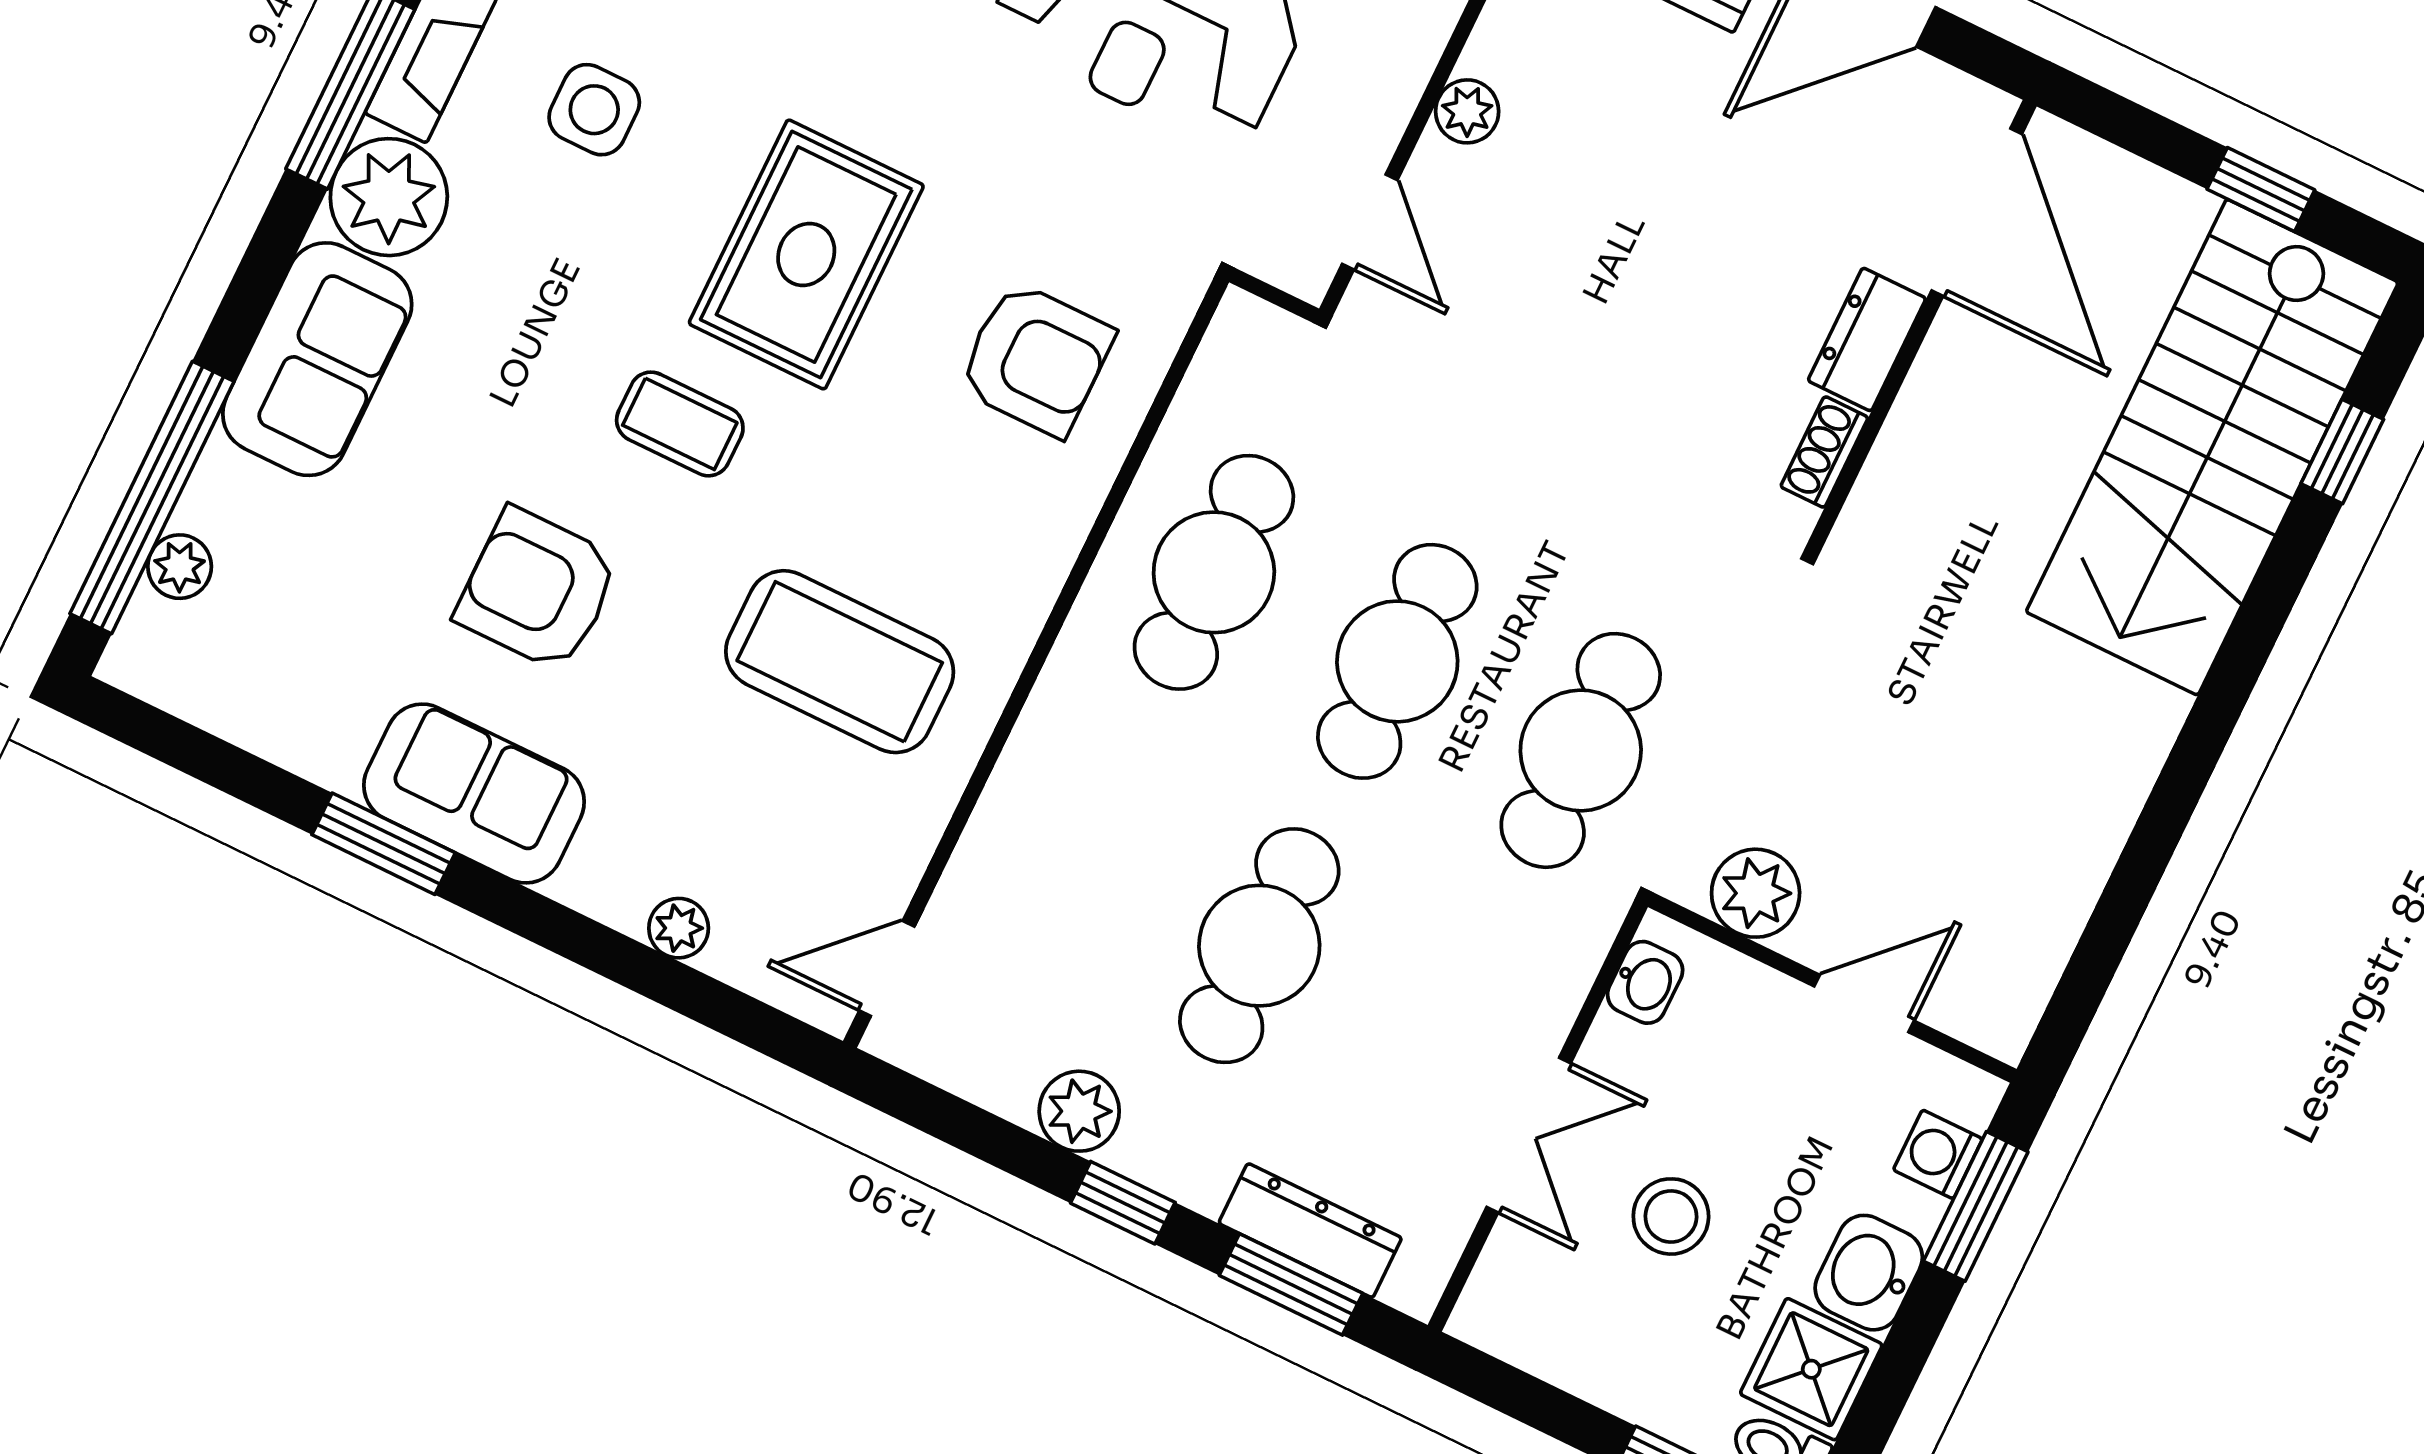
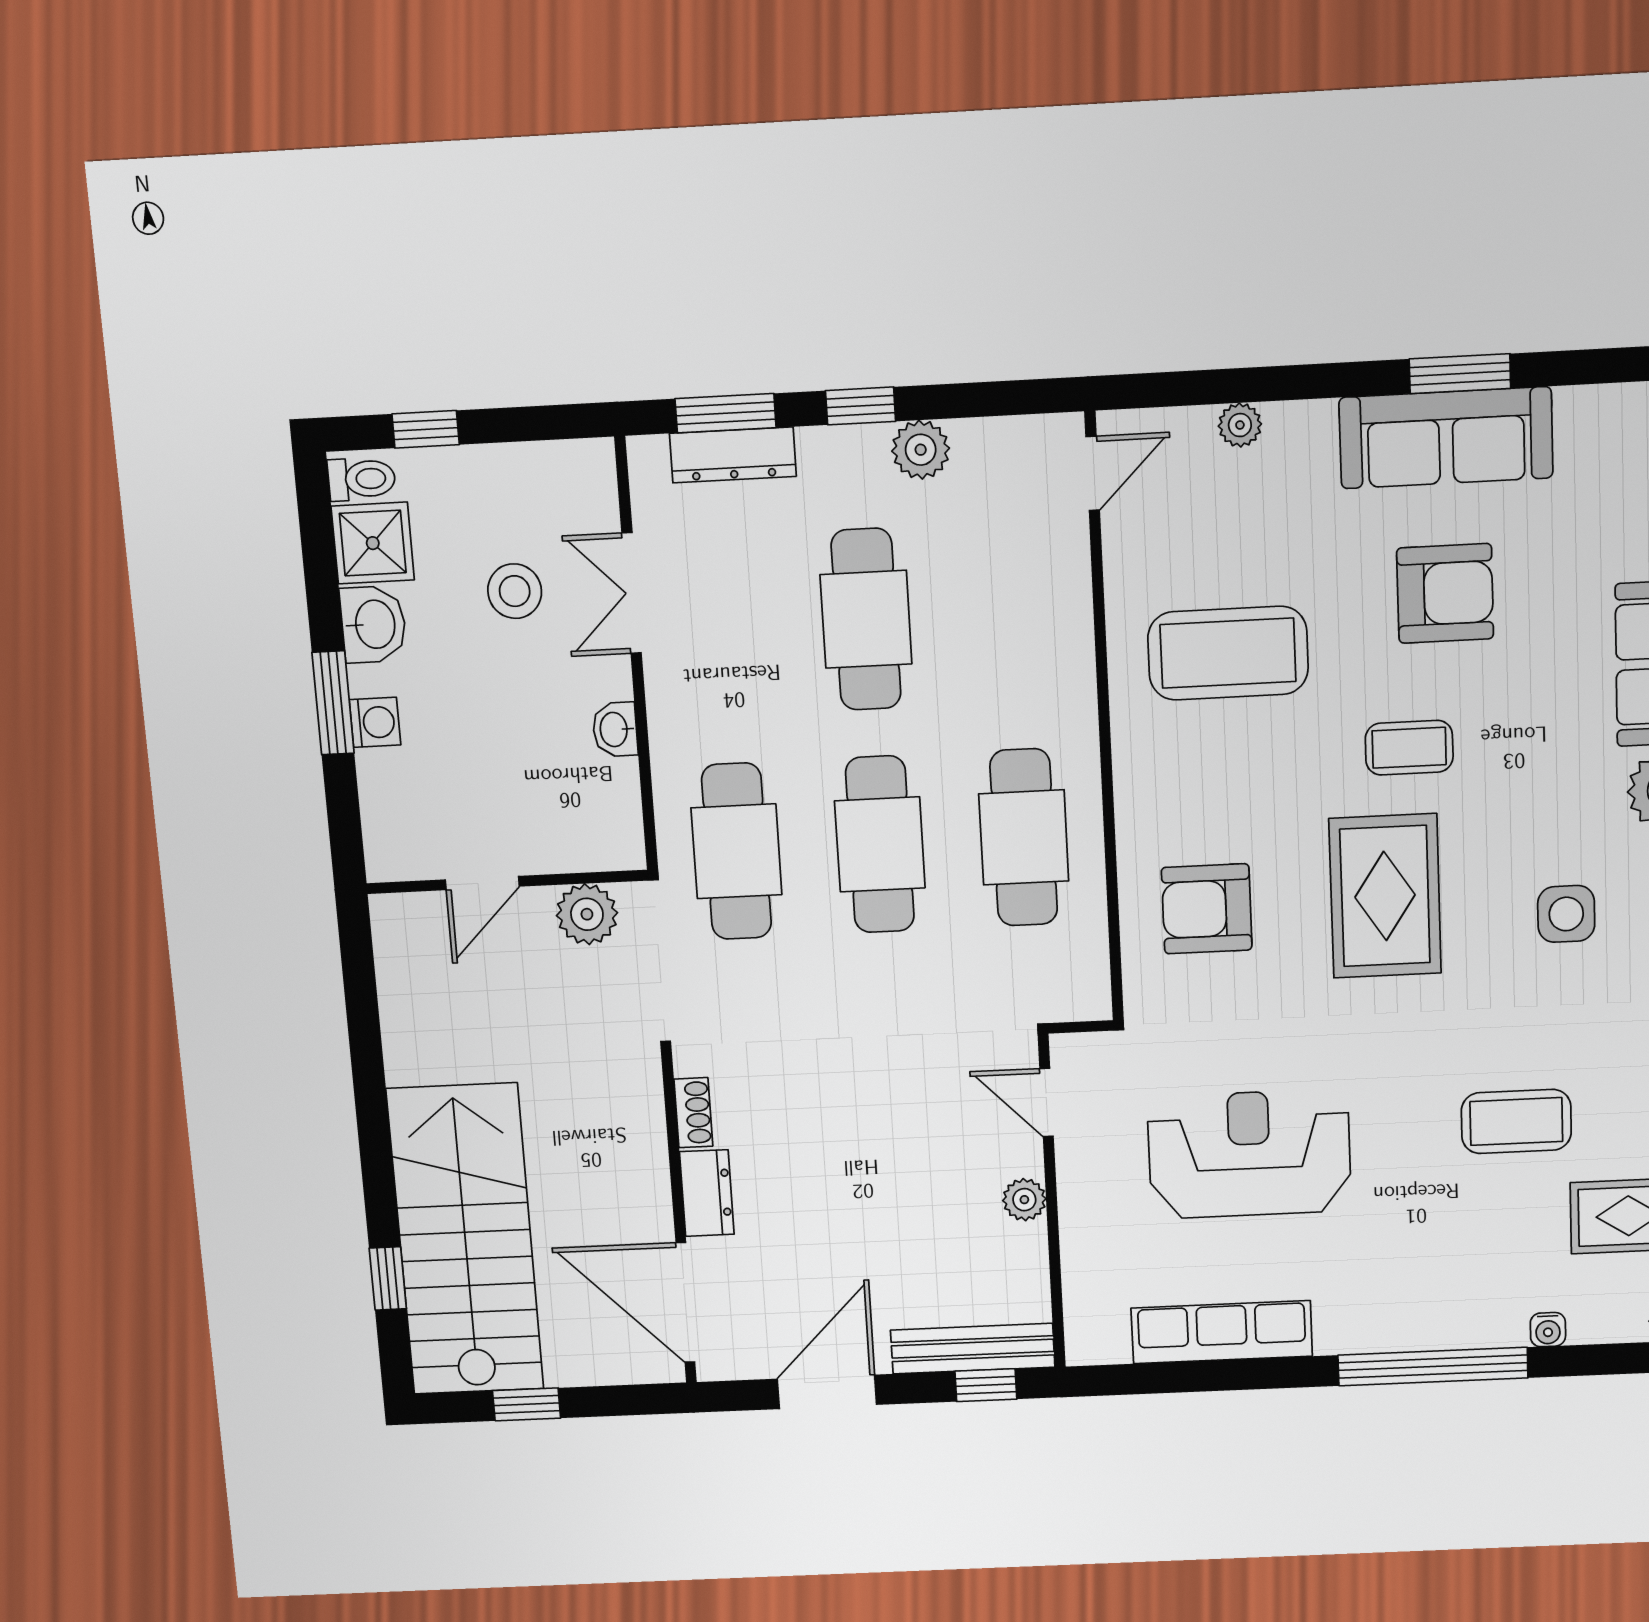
sofa: (474, 793) -> (1446, 438), width x1.36
plant: (1756, 893) -> (587, 914), moved
wall: (1832, 988) -> (507, 882), moved
door: (1864, 1003) -> (482, 883), moved

